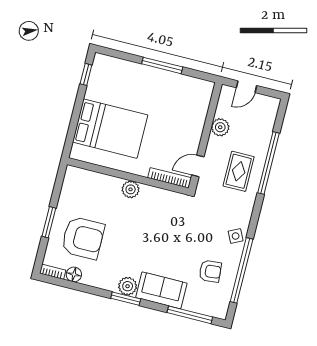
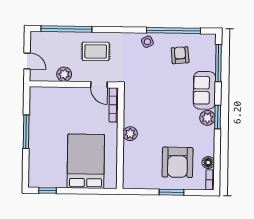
window: (269, 163) -> (66, 29), moved
armchair: (83, 238) -> (177, 162), turned 180

